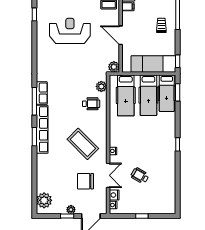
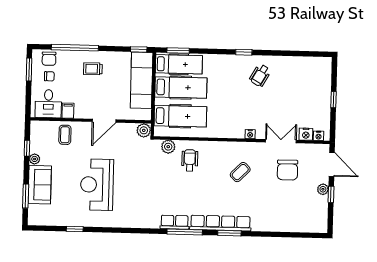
coffee table: (83, 144) -> (240, 172), width x0.54, depth x0.58
wheelchair: (140, 176) -> (260, 75), moved
plant: (44, 200) -> (310, 223), removed

